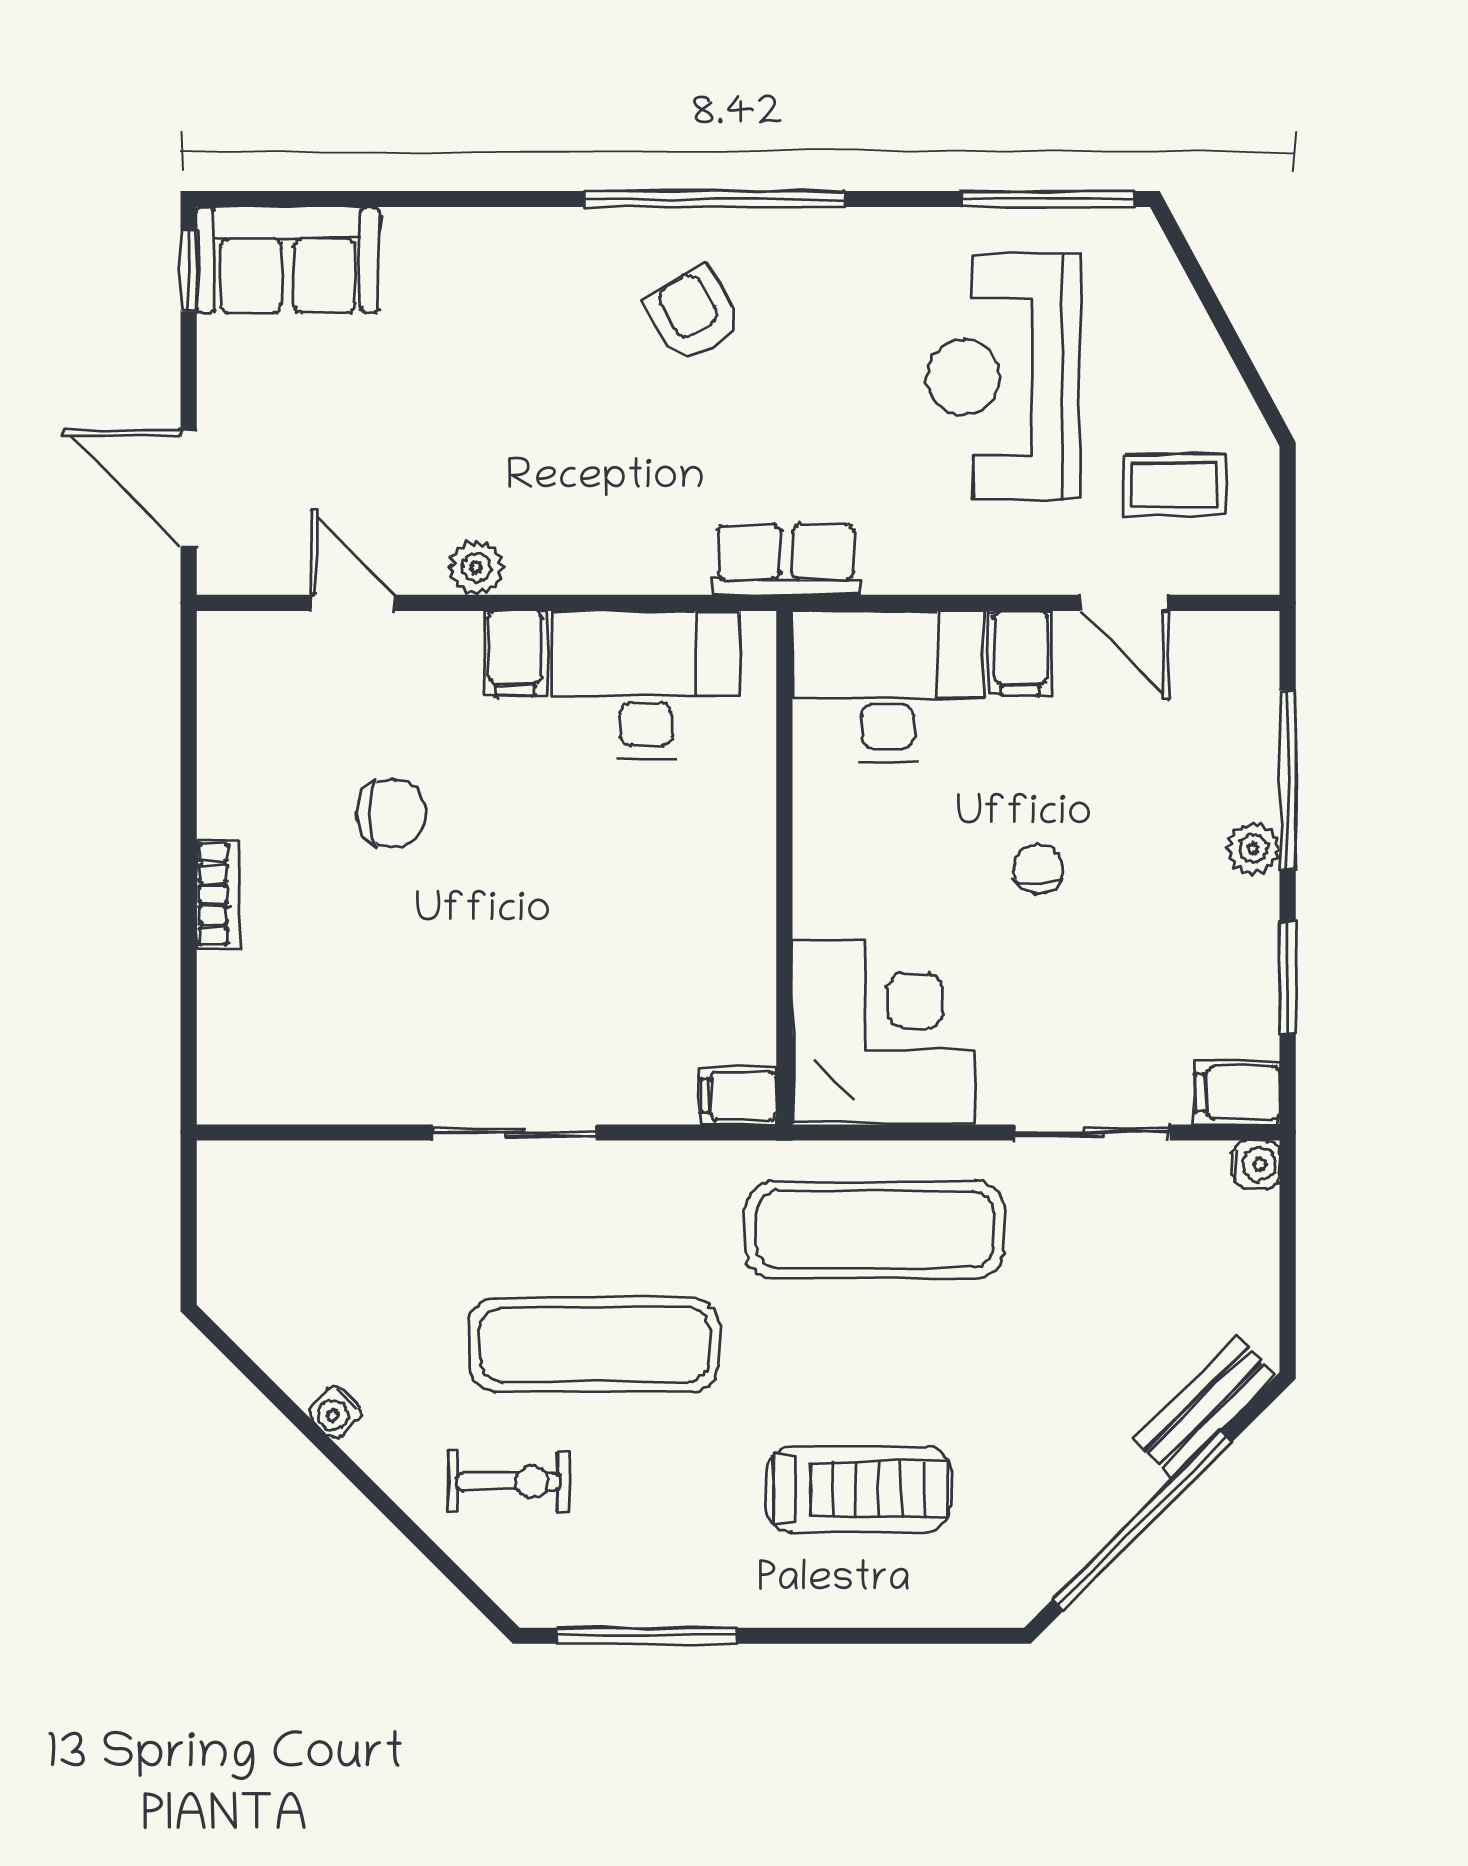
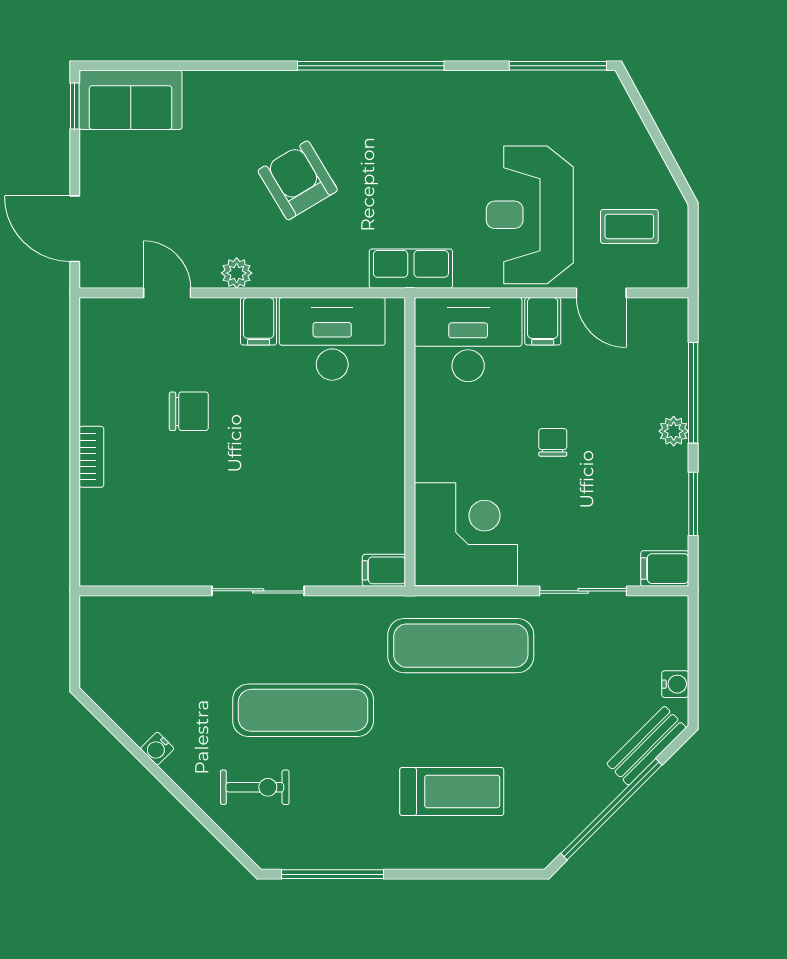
armchair: (693, 315) -> (298, 180), moved, width x1.38, depth x1.38
reception desk: (1003, 377) -> (530, 215), moved
water cooler: (1256, 1164) -> (675, 684), moved

